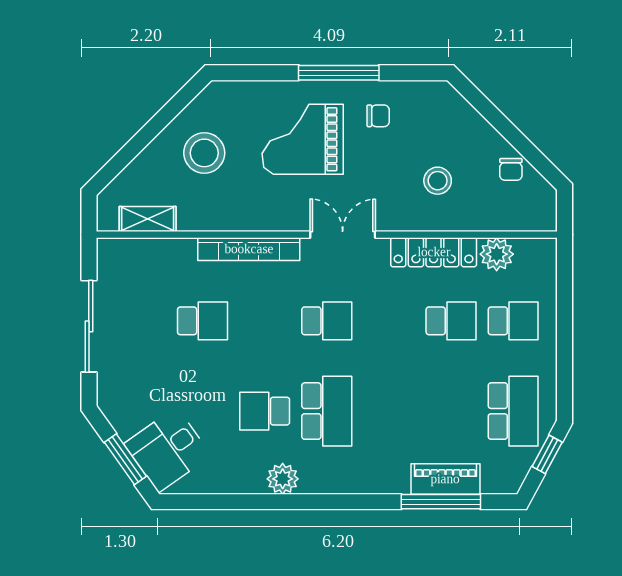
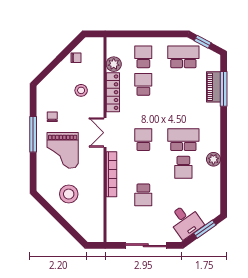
shelving: (148, 219) -> (98, 219), removed
school desk: (202, 321) -> (143, 195), turned 180
desk: (168, 450) -> (185, 221), moved

